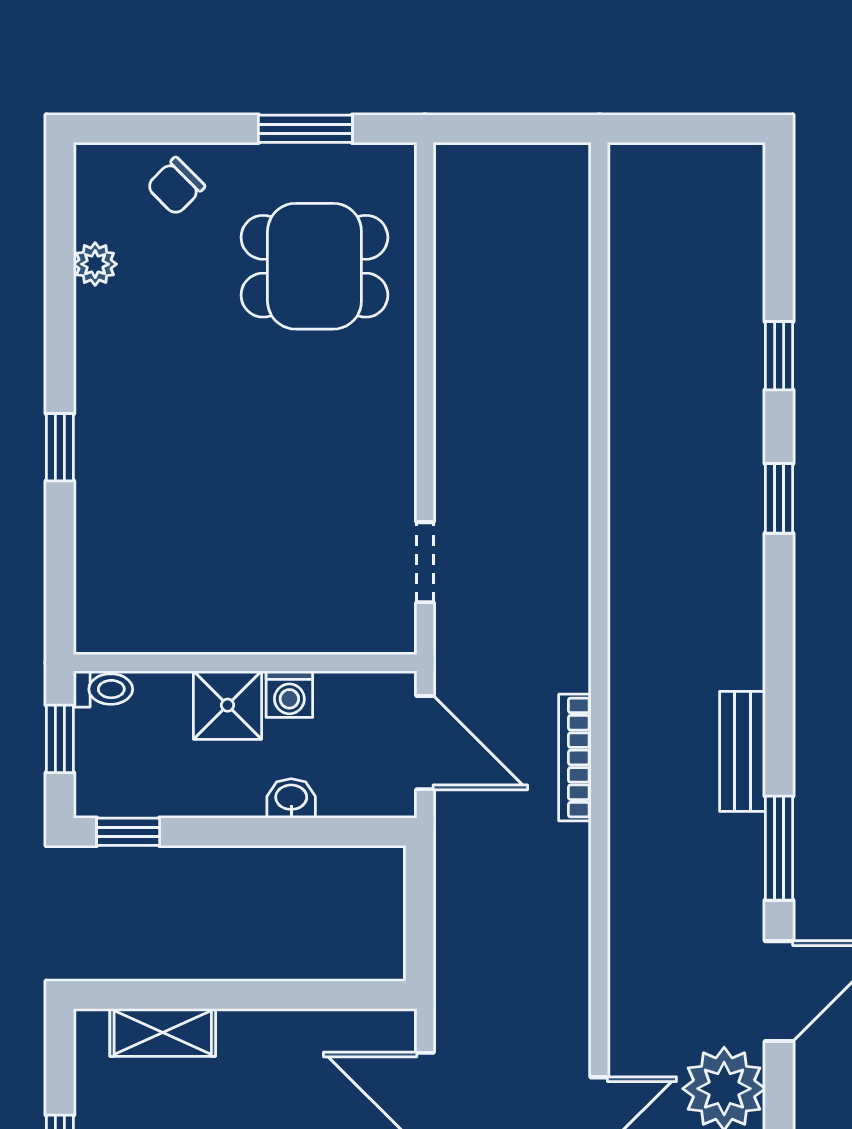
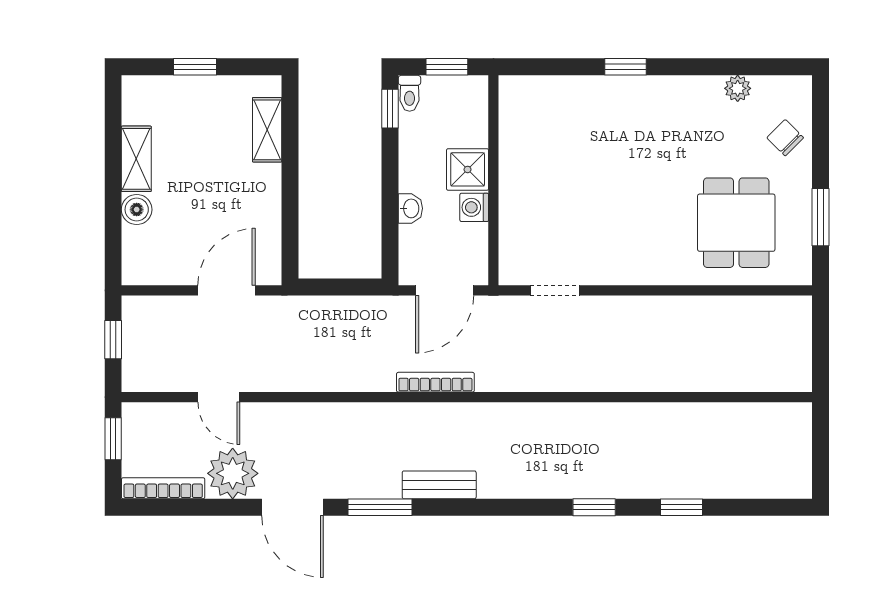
toilet: (103, 689) -> (410, 93), moved

